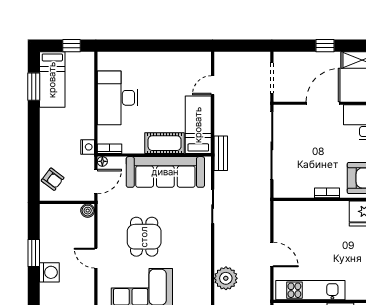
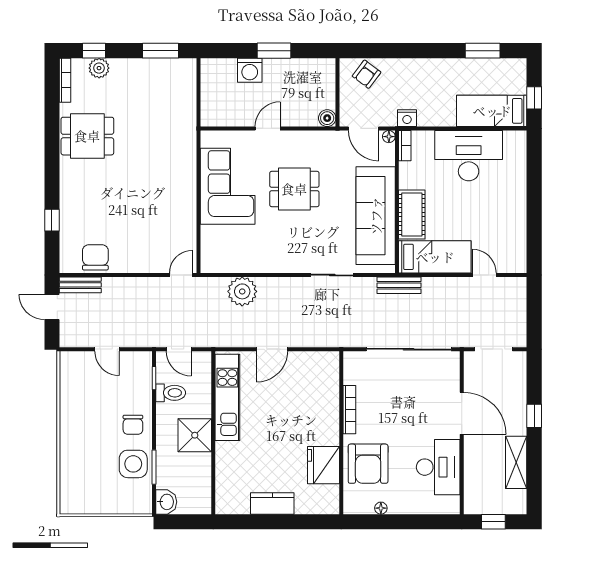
bed: (52, 80) -> (492, 111), moved
bookcase: (327, 193) -> (349, 410), width x1.56

